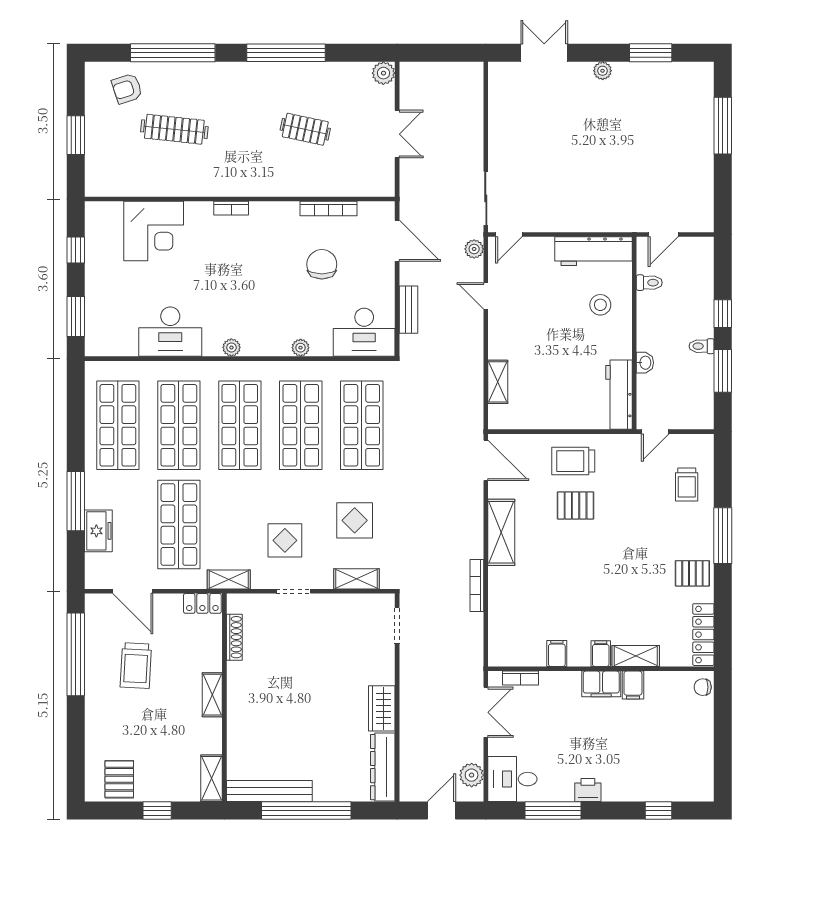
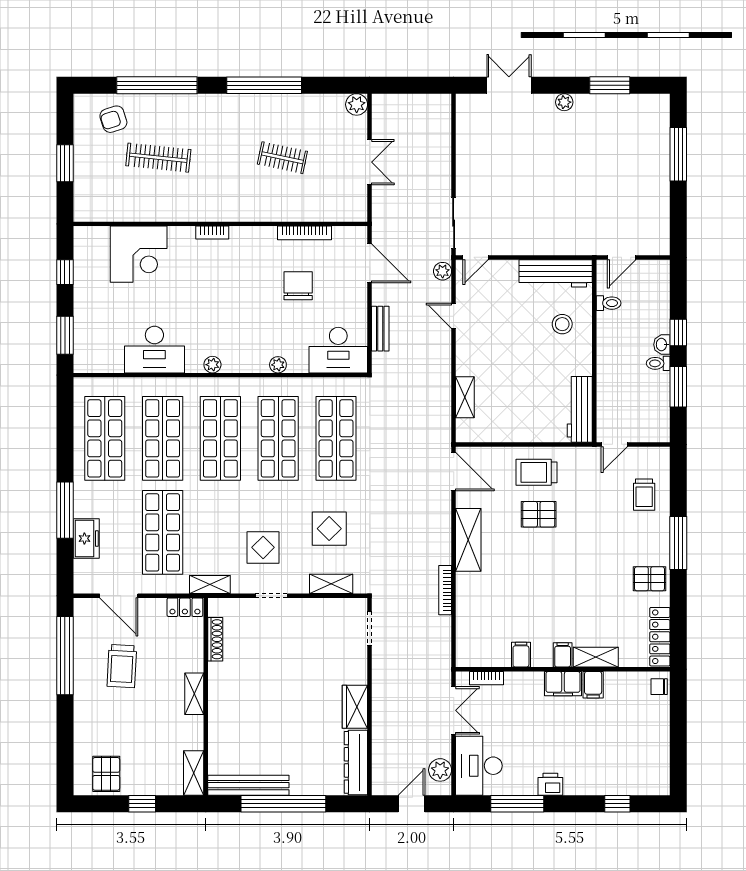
washbasin: (645, 363) -> (662, 345), moved, turned 180
desk: (512, 779) -> (479, 766), width x1.37

